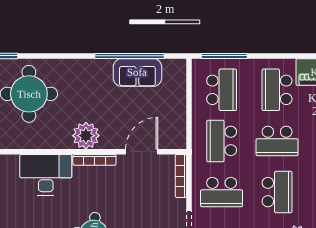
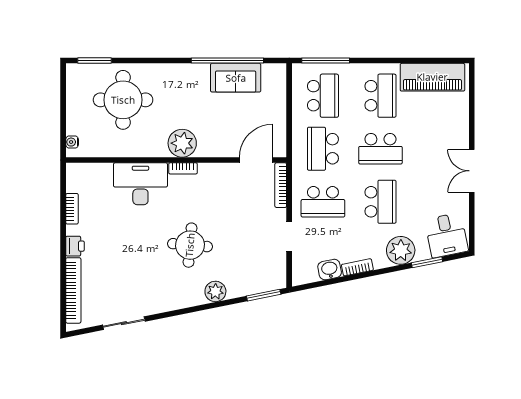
school desk: (277, 90) -> (380, 96), turned 180
door: (142, 152) -> (256, 160), moved
bookcase: (94, 160) -> (183, 168), width x0.64

